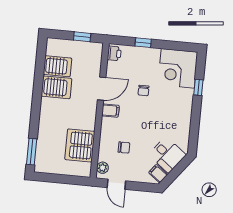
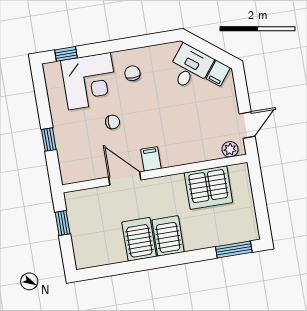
printer: (114, 53) -> (73, 174), removed
server rack: (57, 66) -> (168, 236), moved
corner desk: (178, 68) -> (89, 81), moved
window: (198, 87) -> (66, 54), moved
chair: (124, 148) -> (132, 73), moved

